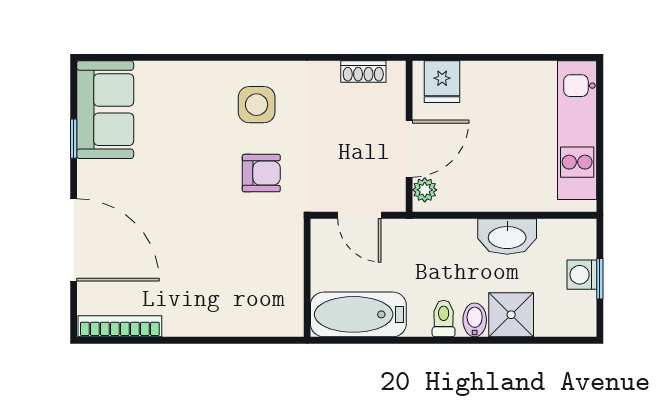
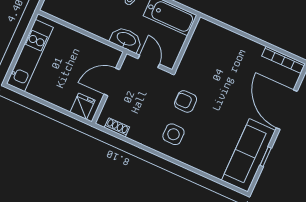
sofa: (105, 110) -> (249, 155), width x1.36
plant: (425, 190) -> (113, 60), removed
washbasin: (507, 236) -> (126, 39), moved

